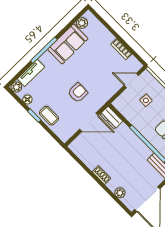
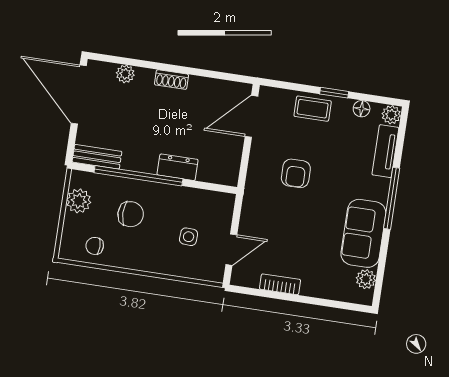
dresser: (111, 118) -> (178, 167), moved
door: (89, 122) -> (251, 116), moved

